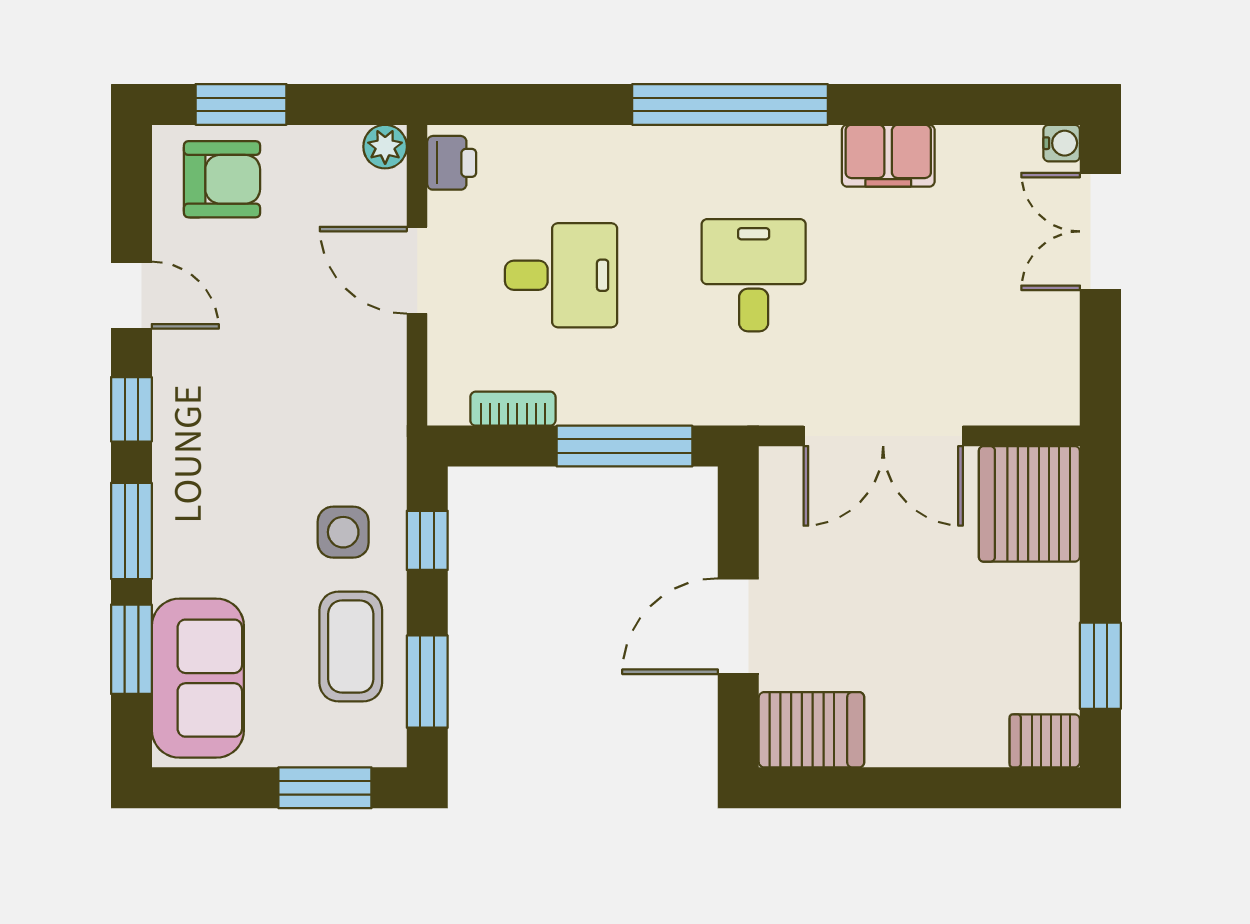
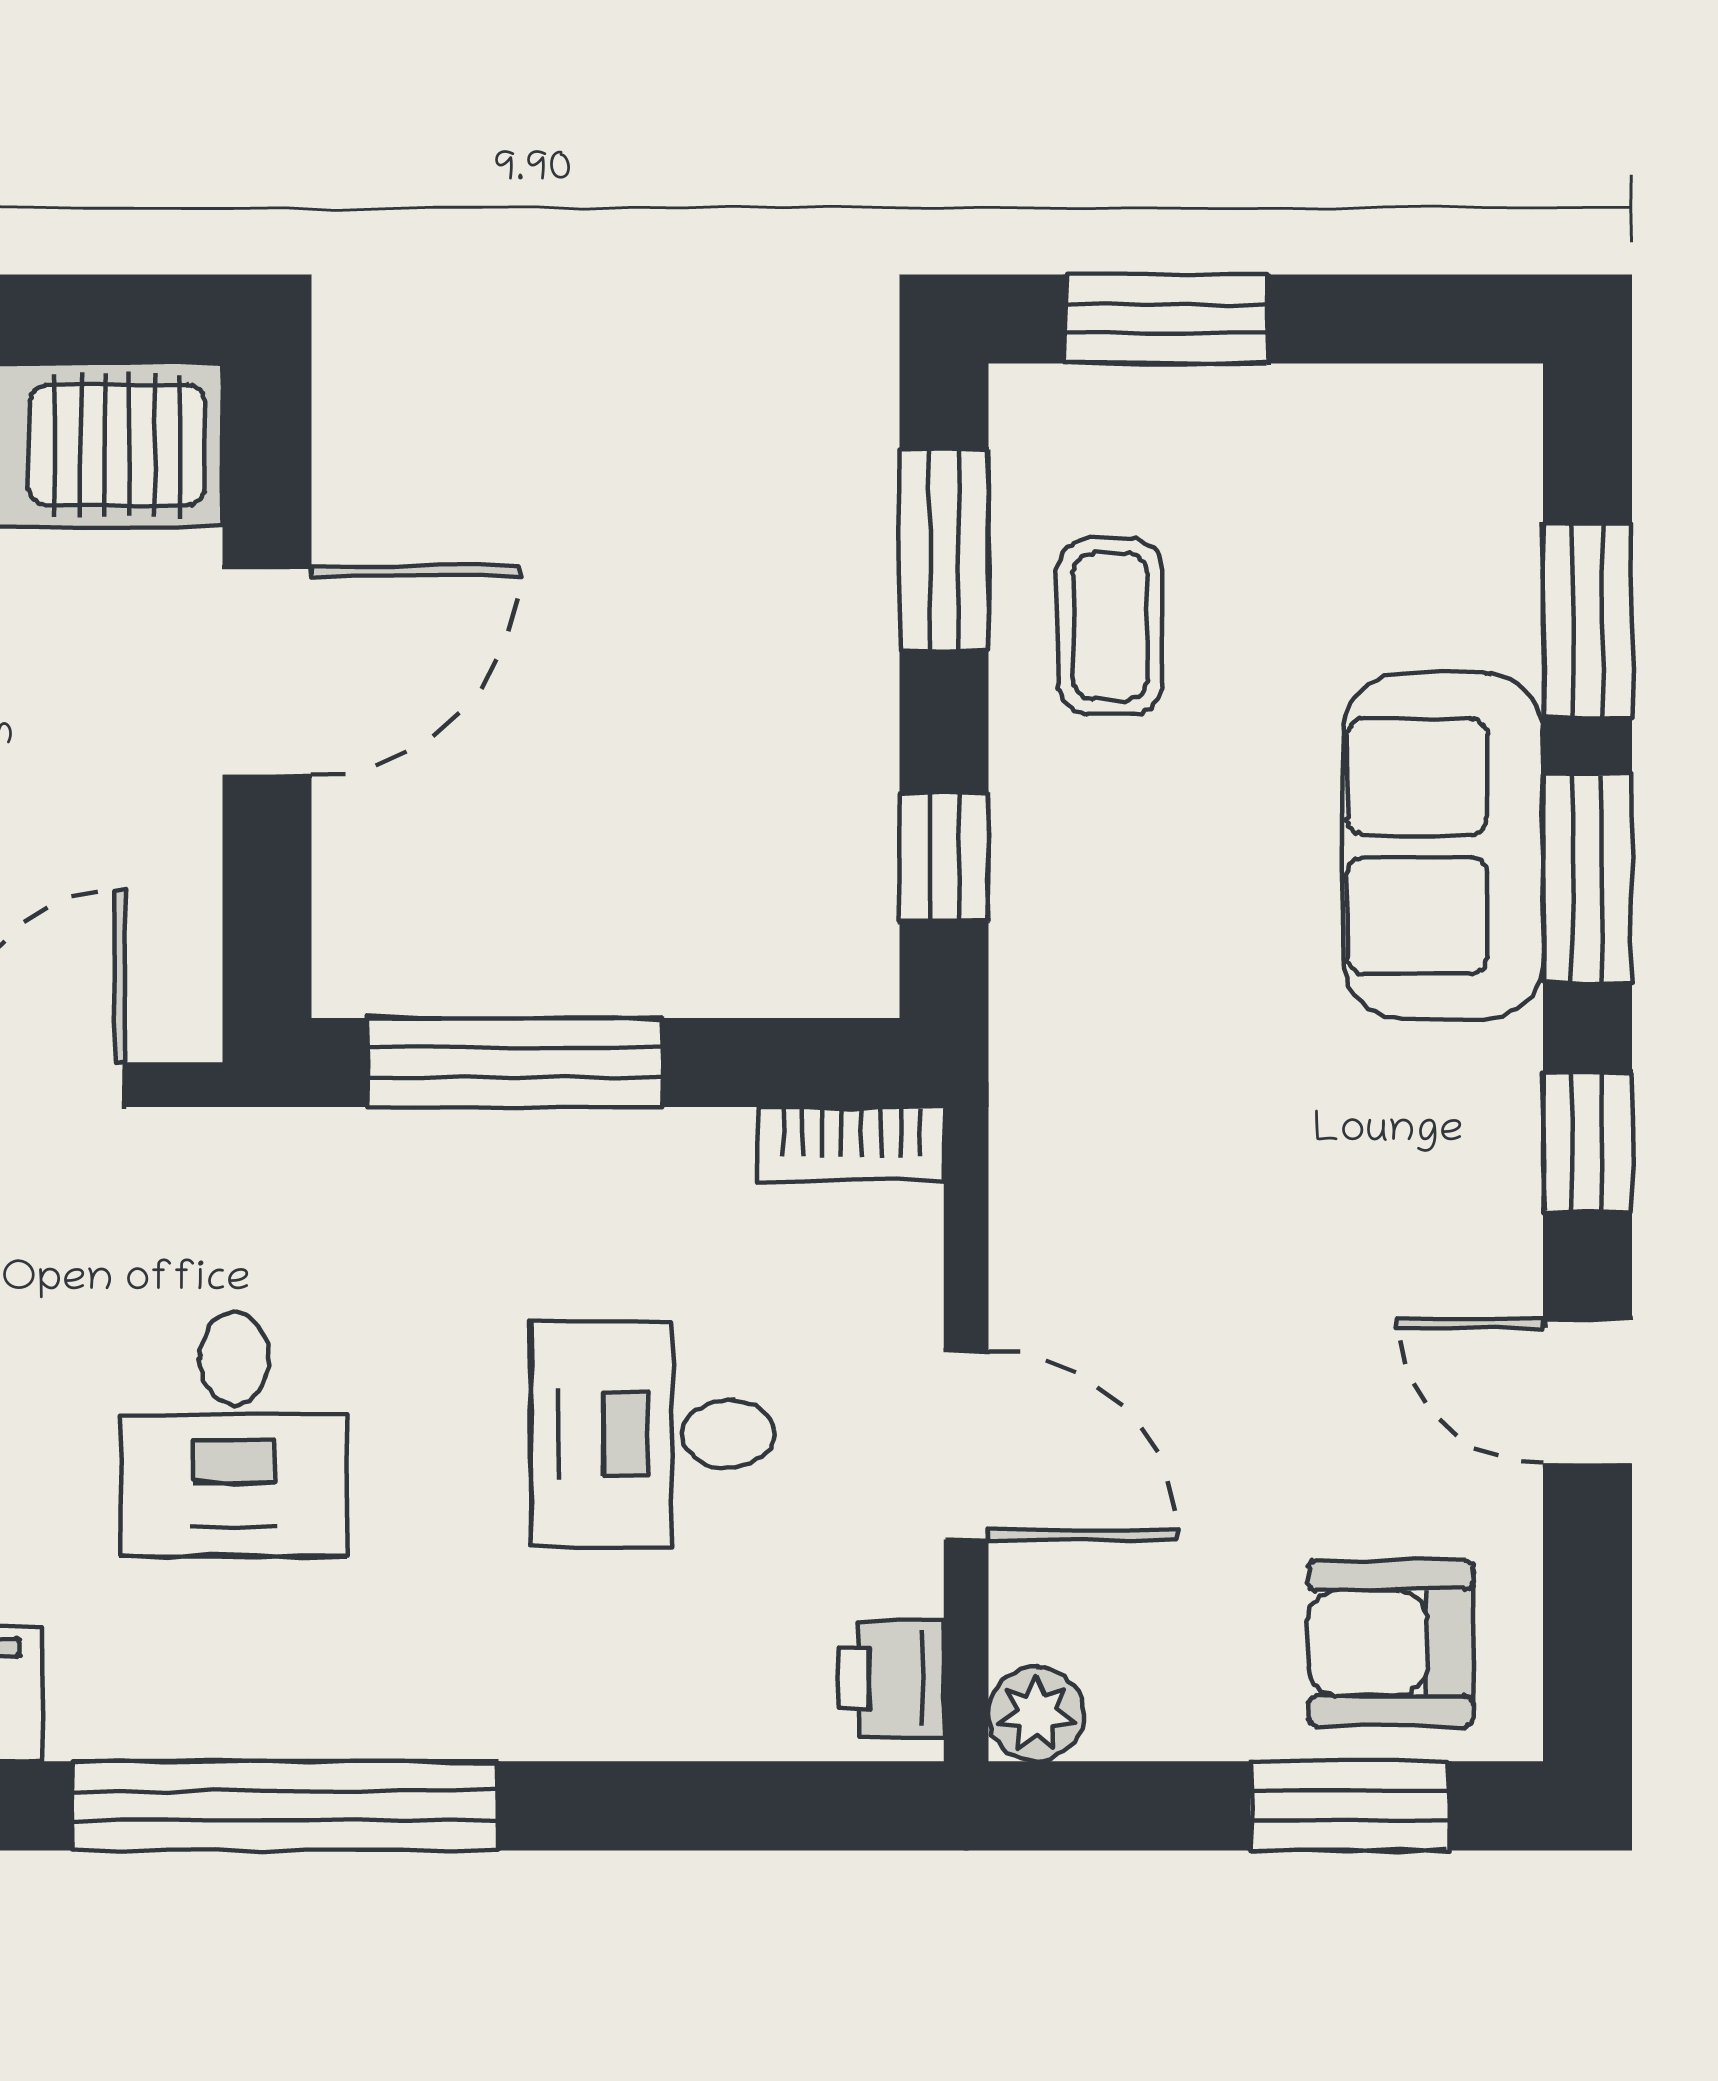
bookcase: (513, 409) -> (851, 1144), moved
side table: (343, 532) -> (1127, 875), removed
coffee table: (351, 647) -> (1110, 626), width x0.73, depth x0.77
sofa: (198, 678) -> (1443, 846), moved

